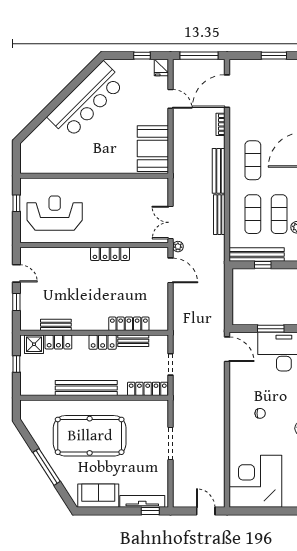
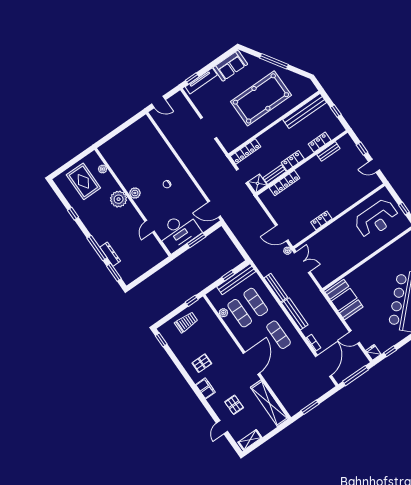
locker: (110, 254) -> (321, 220), width x0.66
shower: (34, 344) -> (258, 183), moved
bench: (86, 388) -> (305, 111), moved
corner desk: (255, 481) -> (141, 141), removed

